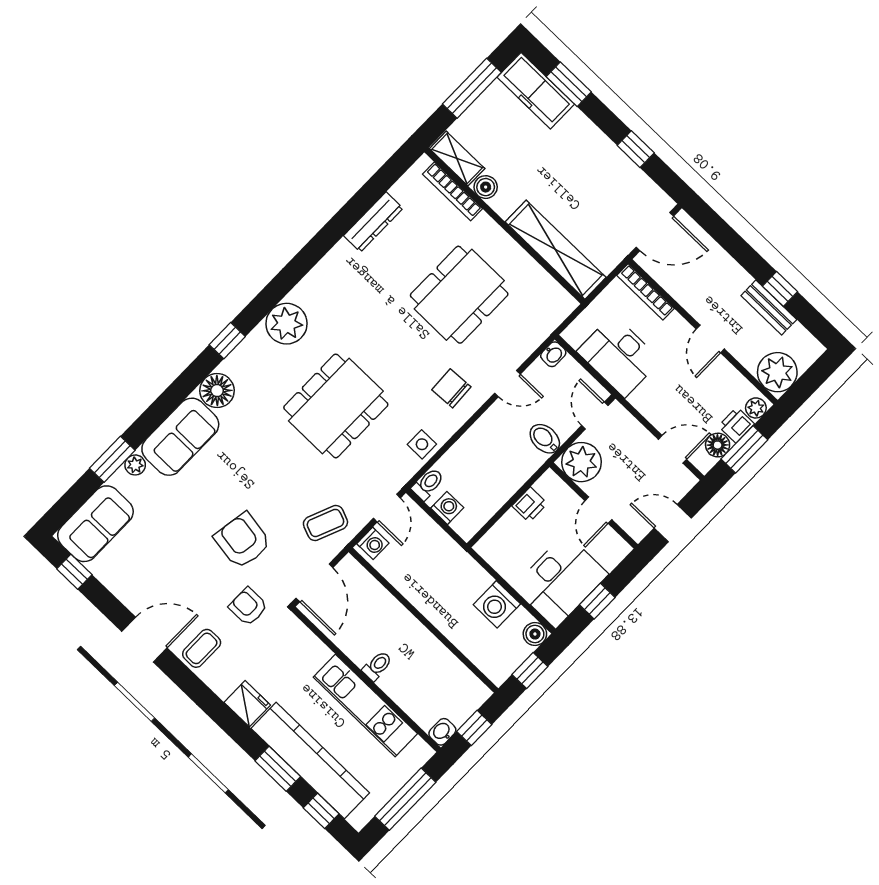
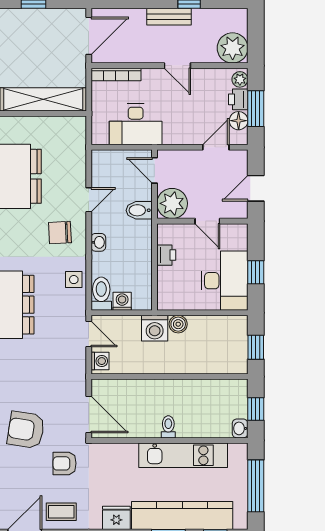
bench: (769, 308) -> (169, 17), moved
washbasin: (553, 354) -> (98, 242), moved
toilet: (428, 484) -> (101, 294), width x1.37, depth x1.39
coffee table: (325, 523) -> (63, 375), removed
washing machine: (497, 604) -> (155, 328), moved
boiler: (535, 634) -> (178, 324), moved
coffee table: (202, 648) -> (61, 512), turned 90

